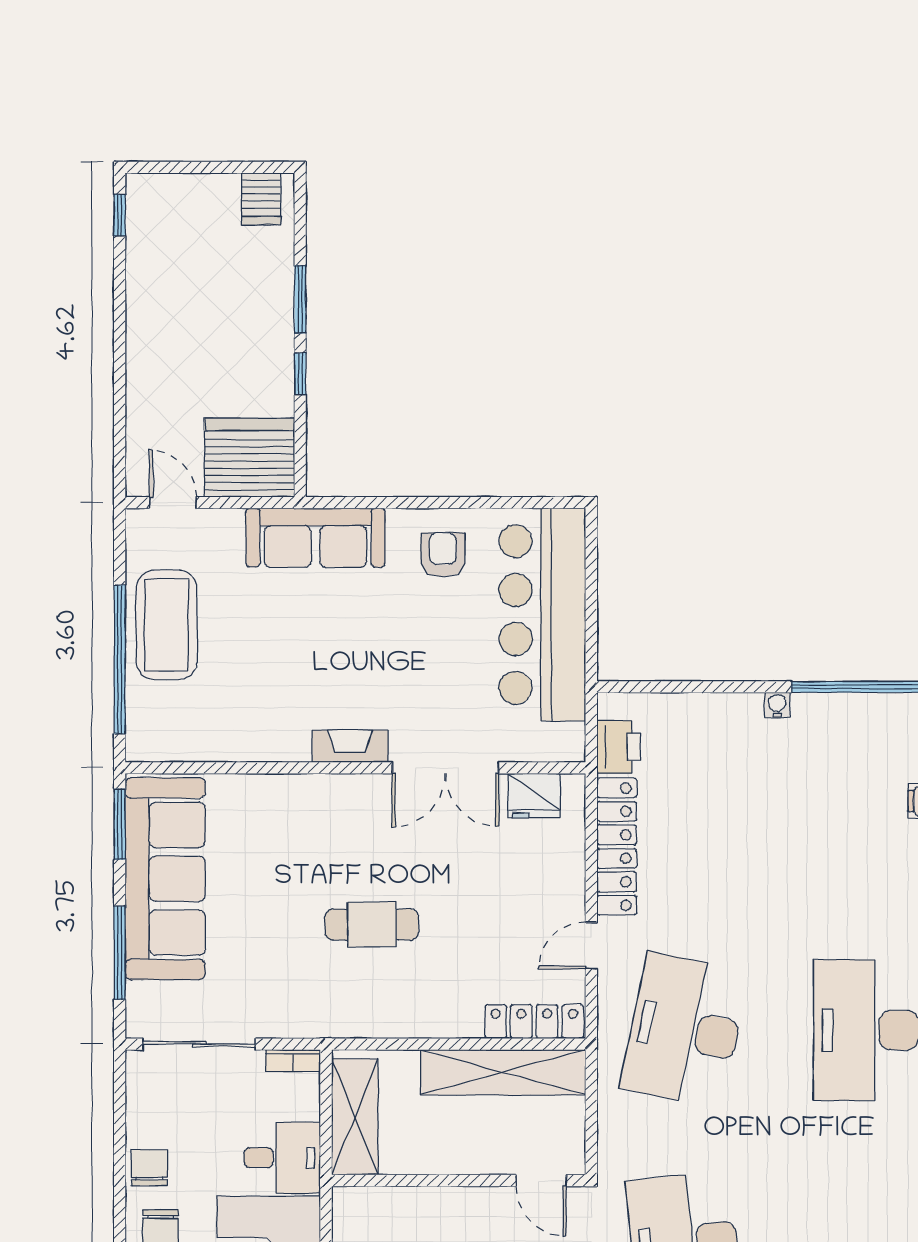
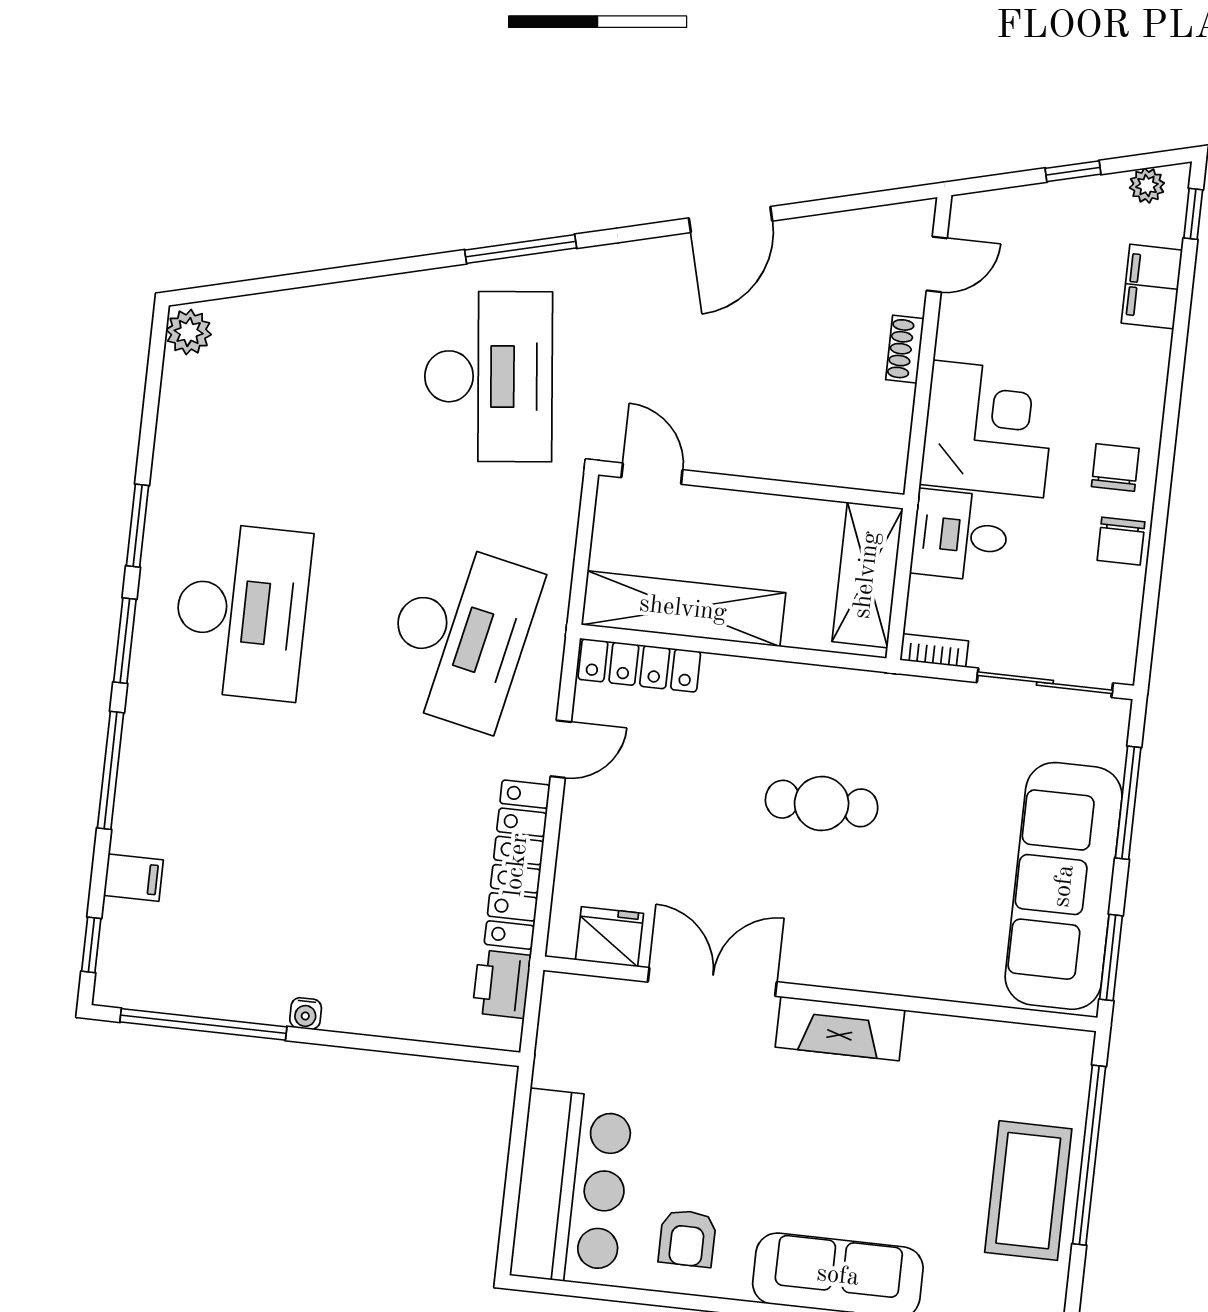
bar counter: (542, 614) -> (572, 1187), width x0.73
fireplace: (350, 746) -> (840, 1029), width x1.37, depth x1.32

